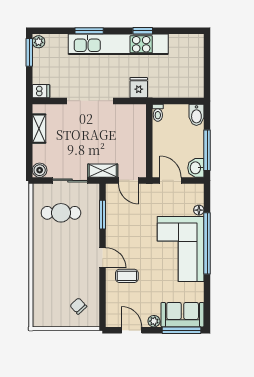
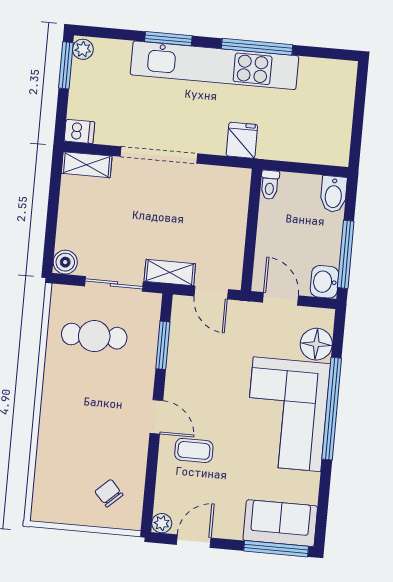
window: (143, 31) -> (257, 47), width x2.17
shelving: (39, 129) -> (87, 165), moved, turned 90
floor lamp: (199, 210) -> (316, 344), width x1.89, depth x1.89
plant: (154, 321) -> (162, 523), moved
door: (132, 330) -> (194, 541), hinge flipped

